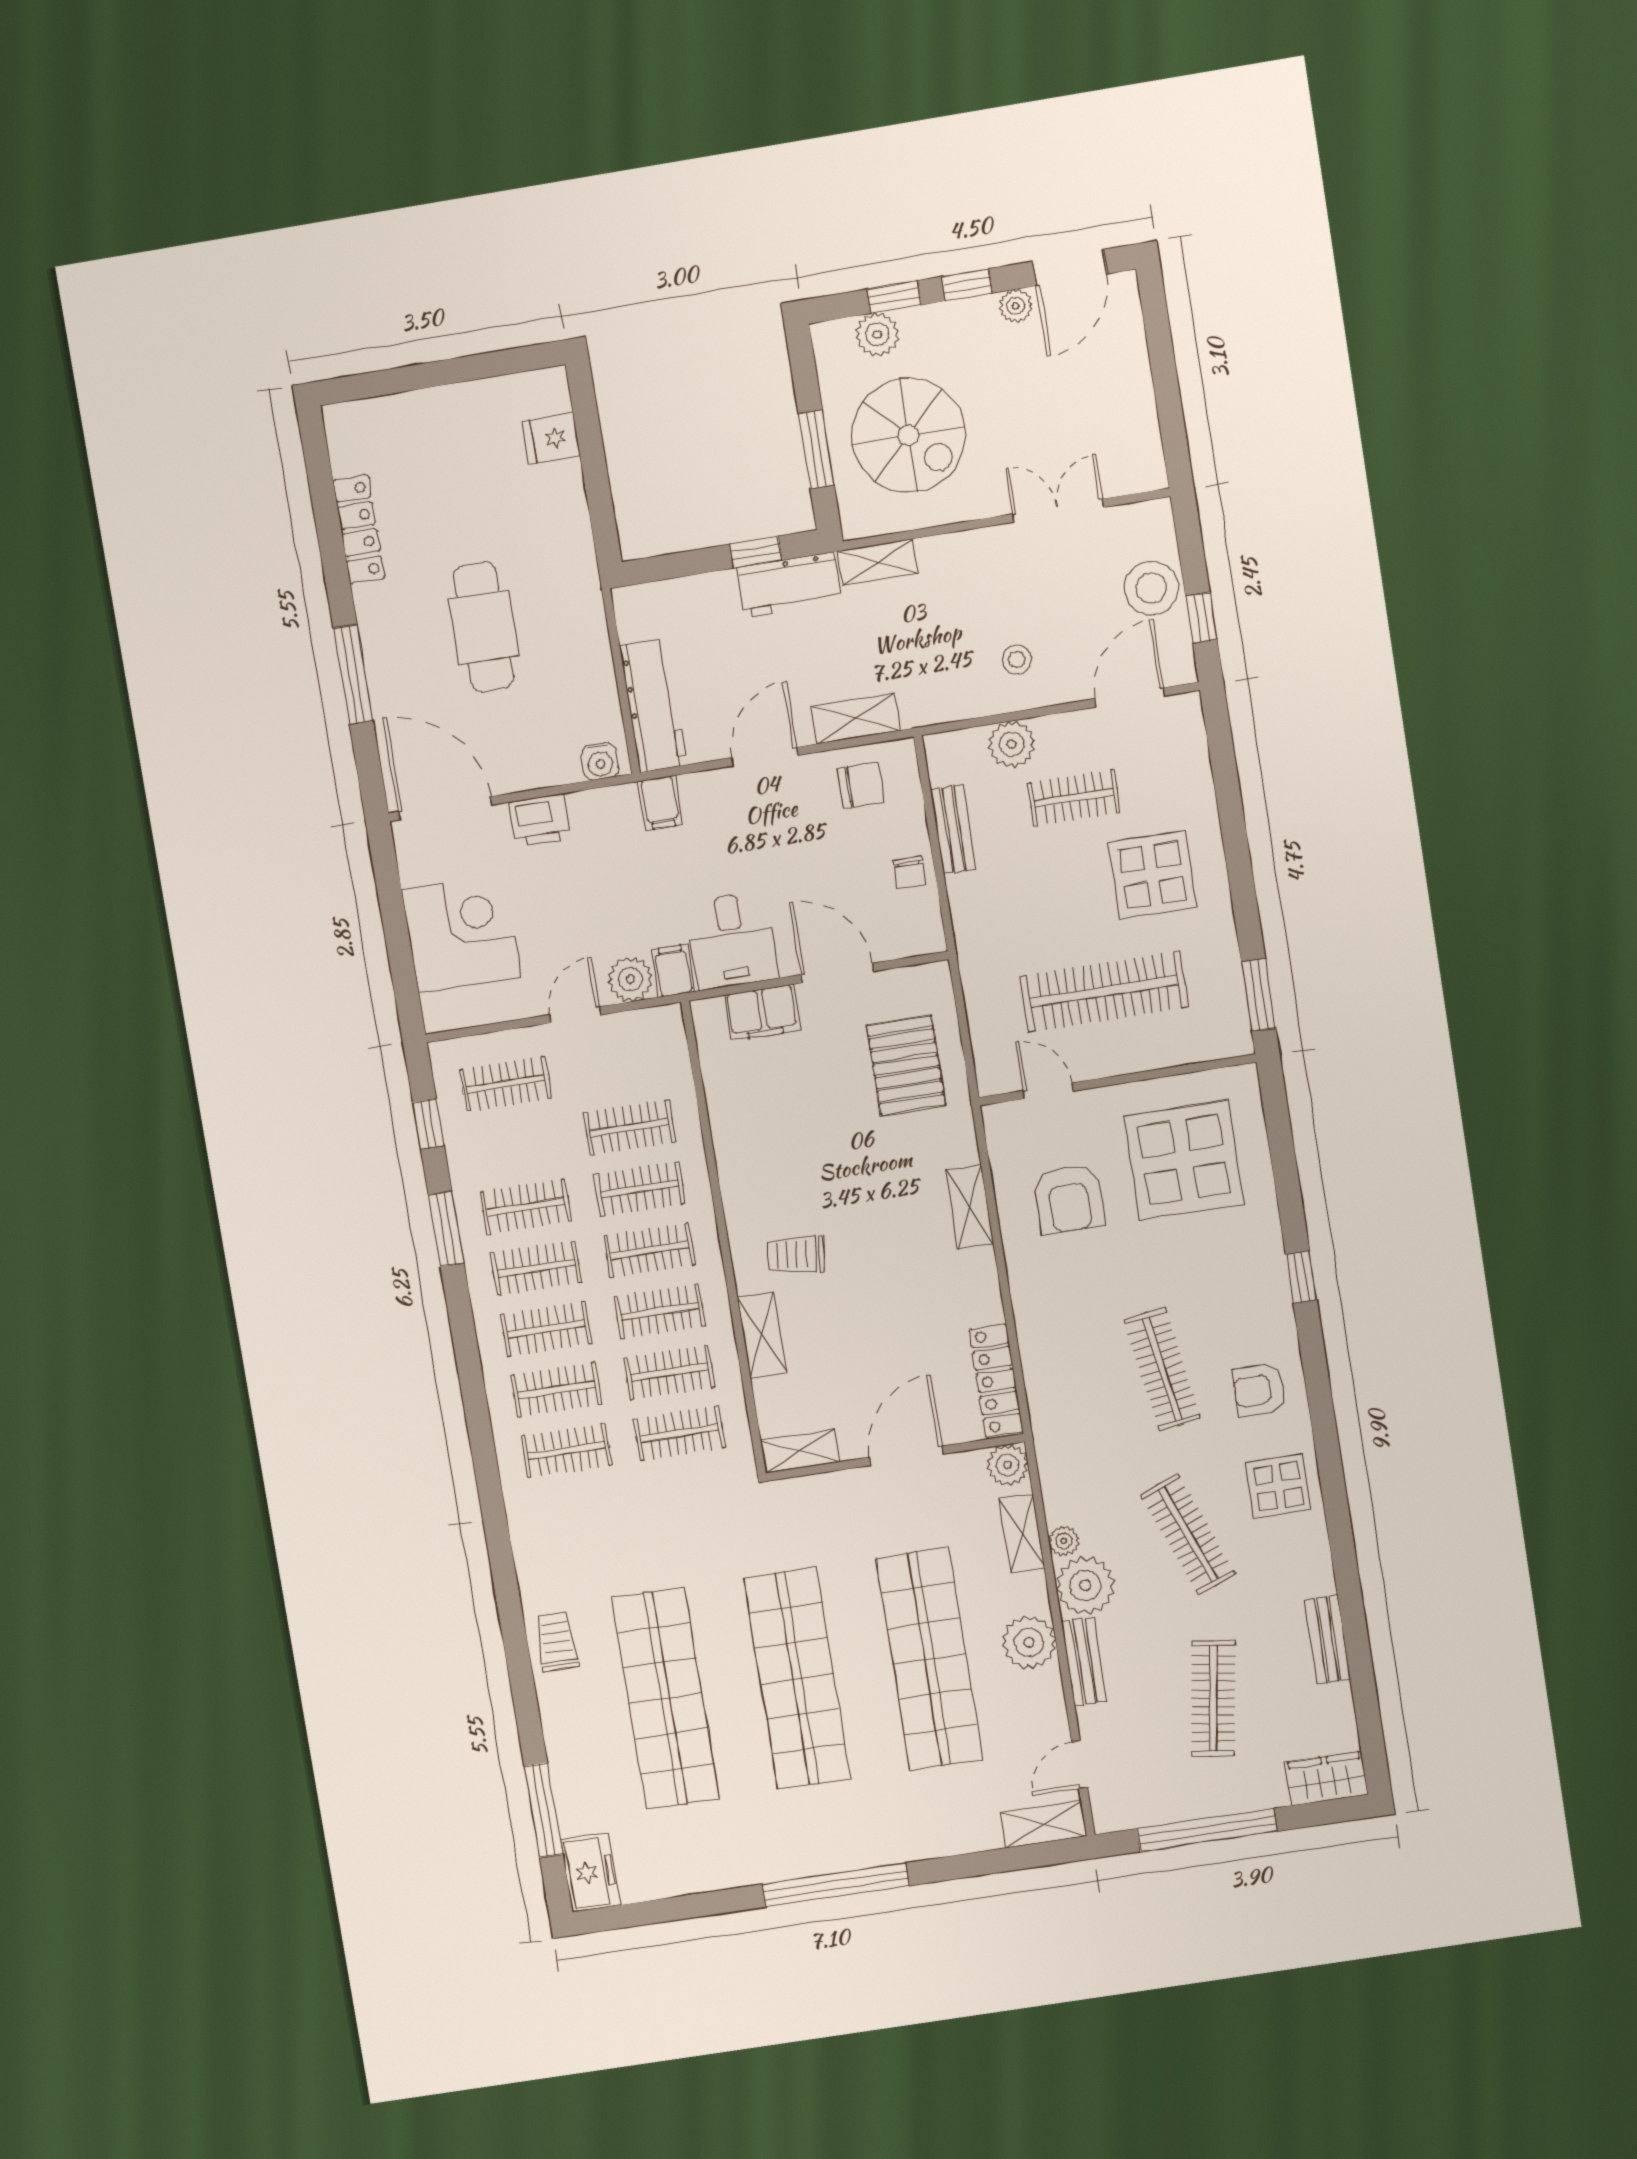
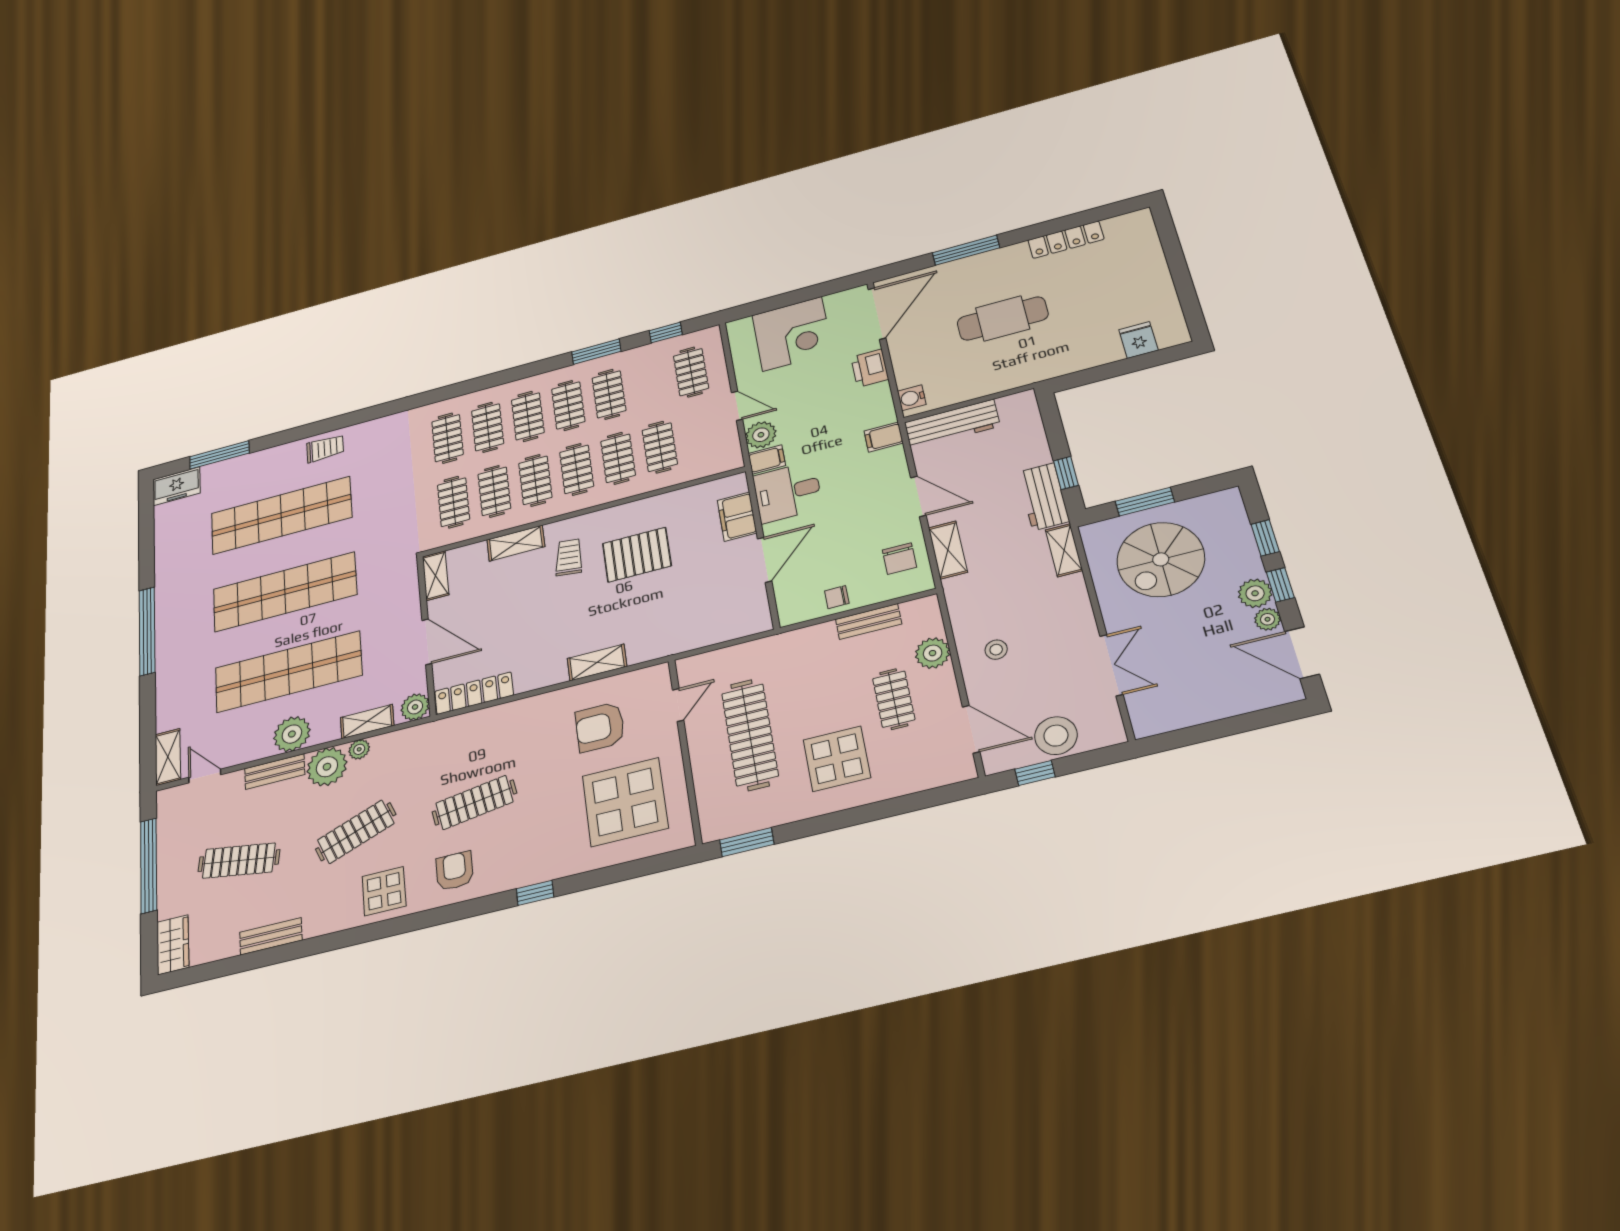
plant: (877, 334) -> (1255, 593), moved
pallet: (906, 1065) -> (637, 555), moved

